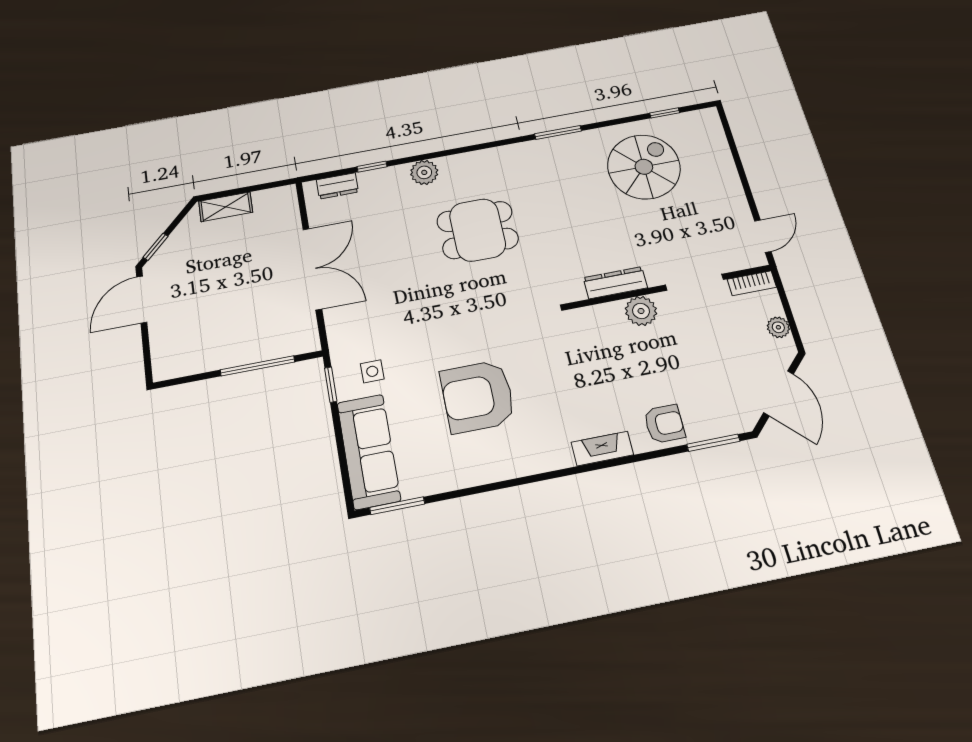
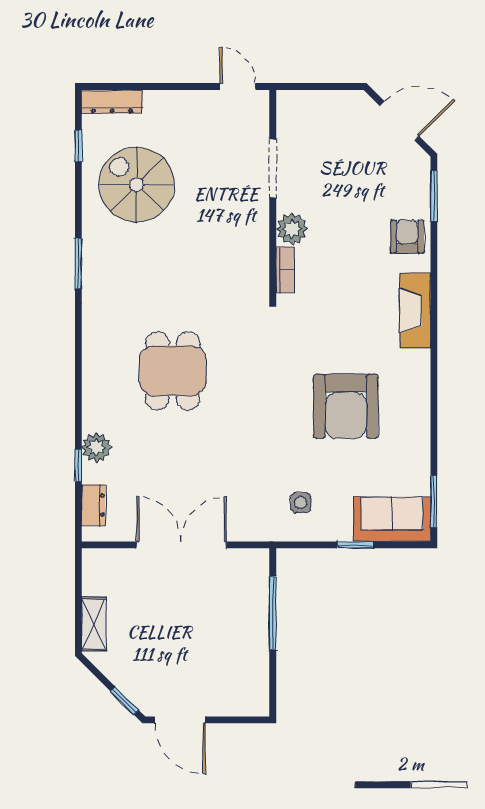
plant: (424, 172) -> (96, 447), moved
dresser: (615, 283) -> (112, 102), moved, turned -90
bookcase: (752, 283) -> (285, 270), moved
plant: (778, 327) -> (335, 101), removed
window: (331, 385) -> (355, 545), moved
fireplace: (602, 449) -> (415, 311), width x1.37, depth x1.32
sofa: (369, 451) -> (392, 519), width x0.73

